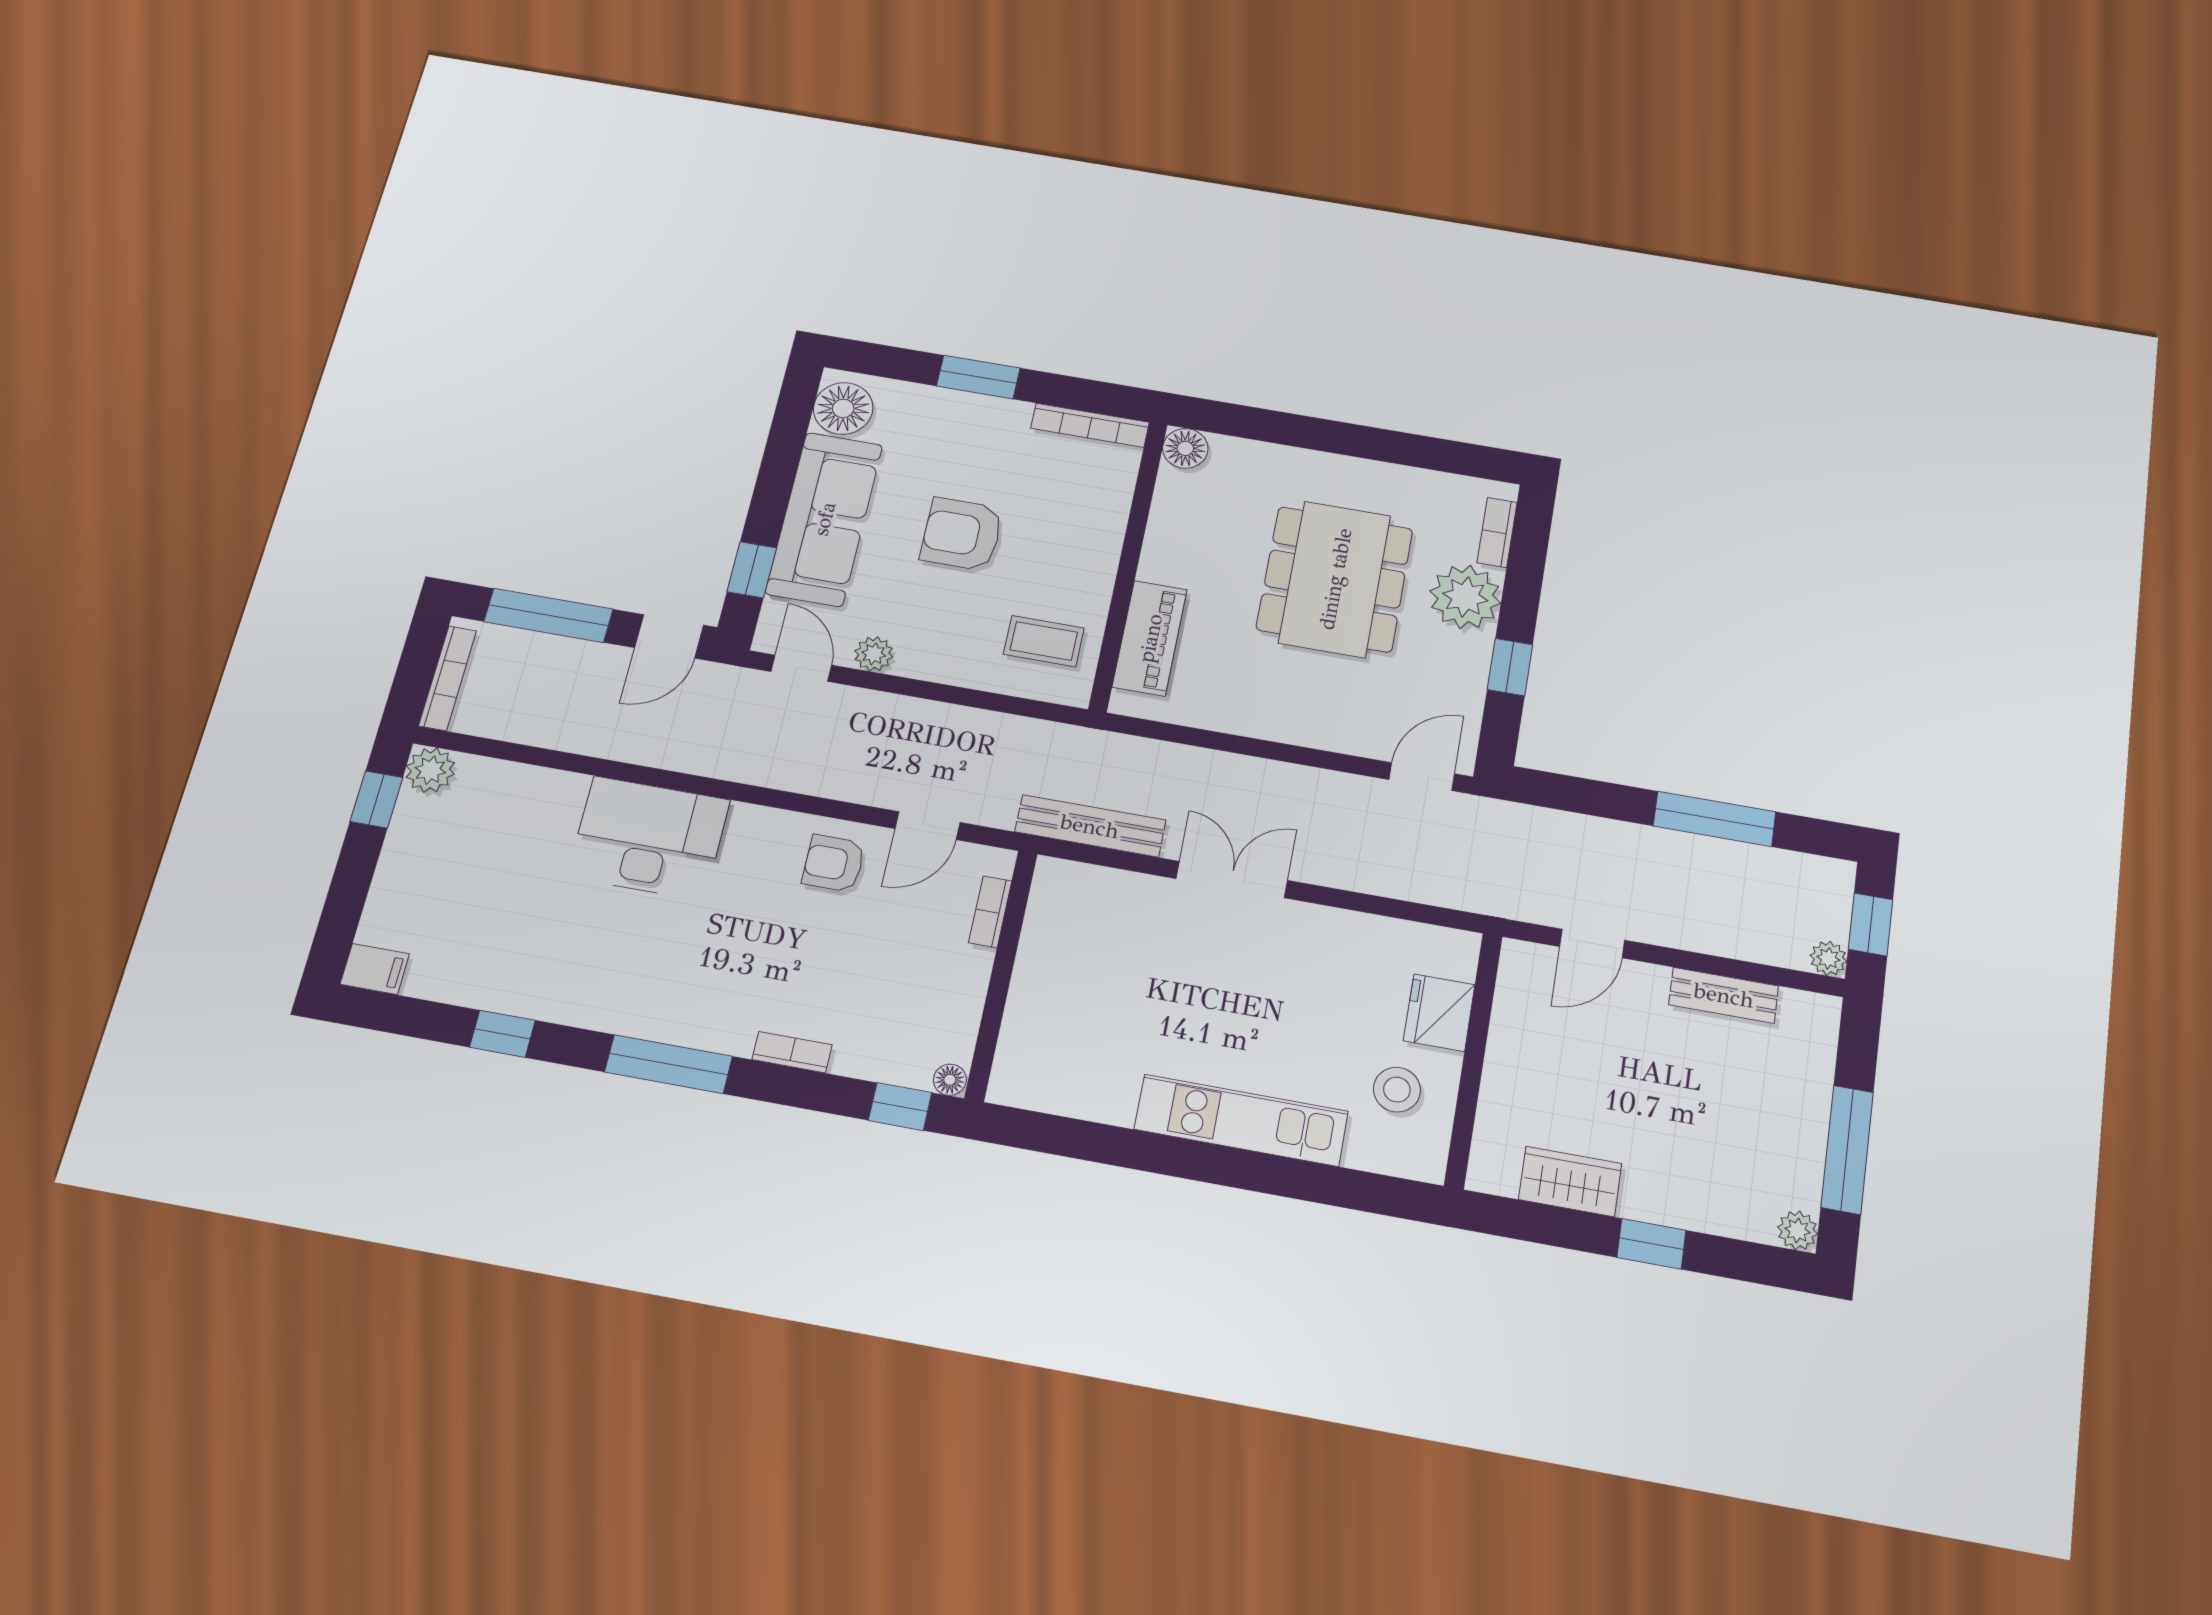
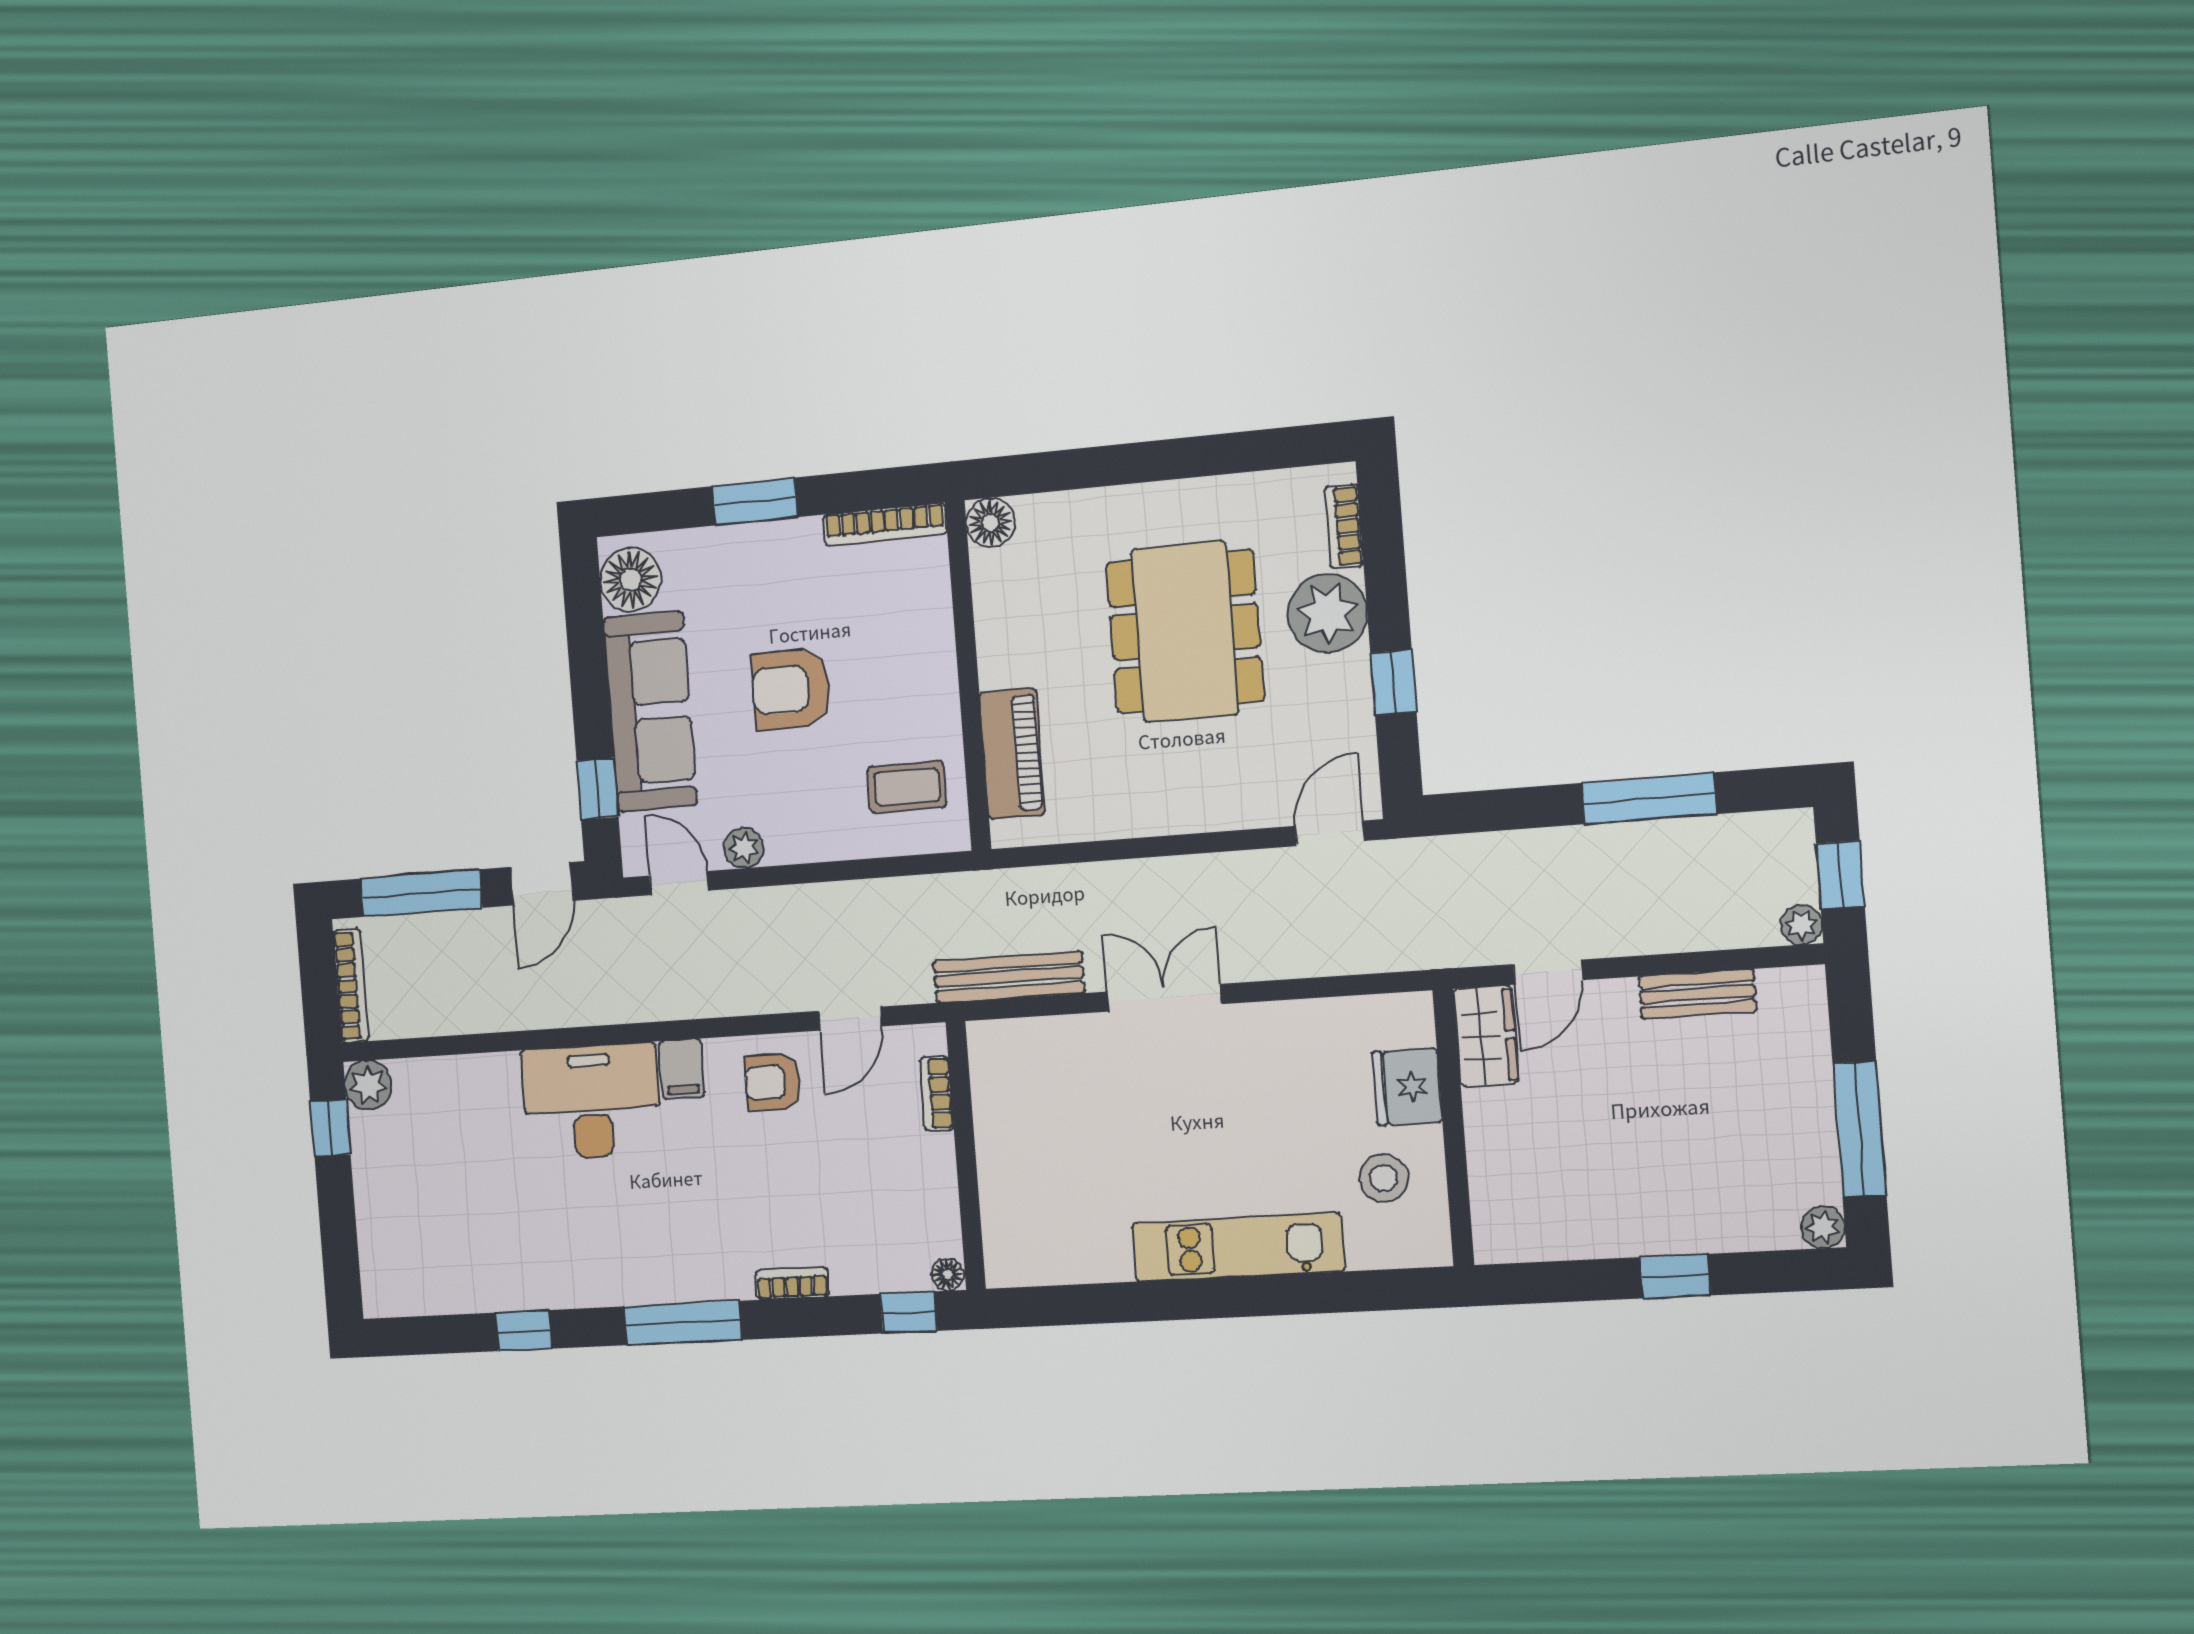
filing cabinet: (375, 969) -> (682, 1069), moved, turned 90
wardrobe: (1570, 1181) -> (1486, 1036), moved, turned 90

